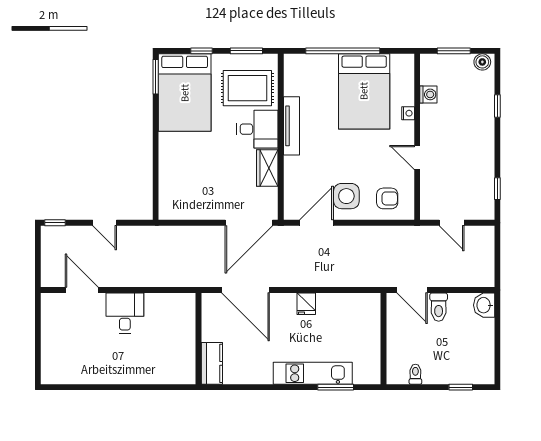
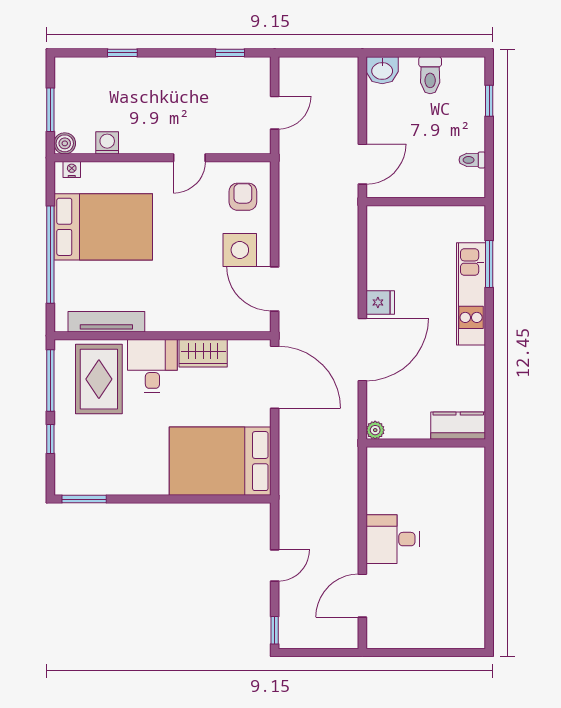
window: (246, 51) -> (50, 381), width x1.44
boiler: (482, 62) -> (65, 143), moved
bed: (185, 93) -> (220, 461), moved, turned 180
nightstand: (408, 113) -> (72, 170), moved
tv unit: (291, 126) -> (106, 322), moved
door: (246, 290) -> (362, 350), moved
plant: (208, 300) -> (375, 430), added
toilet: (439, 307) -> (430, 75), moved, turned 90

